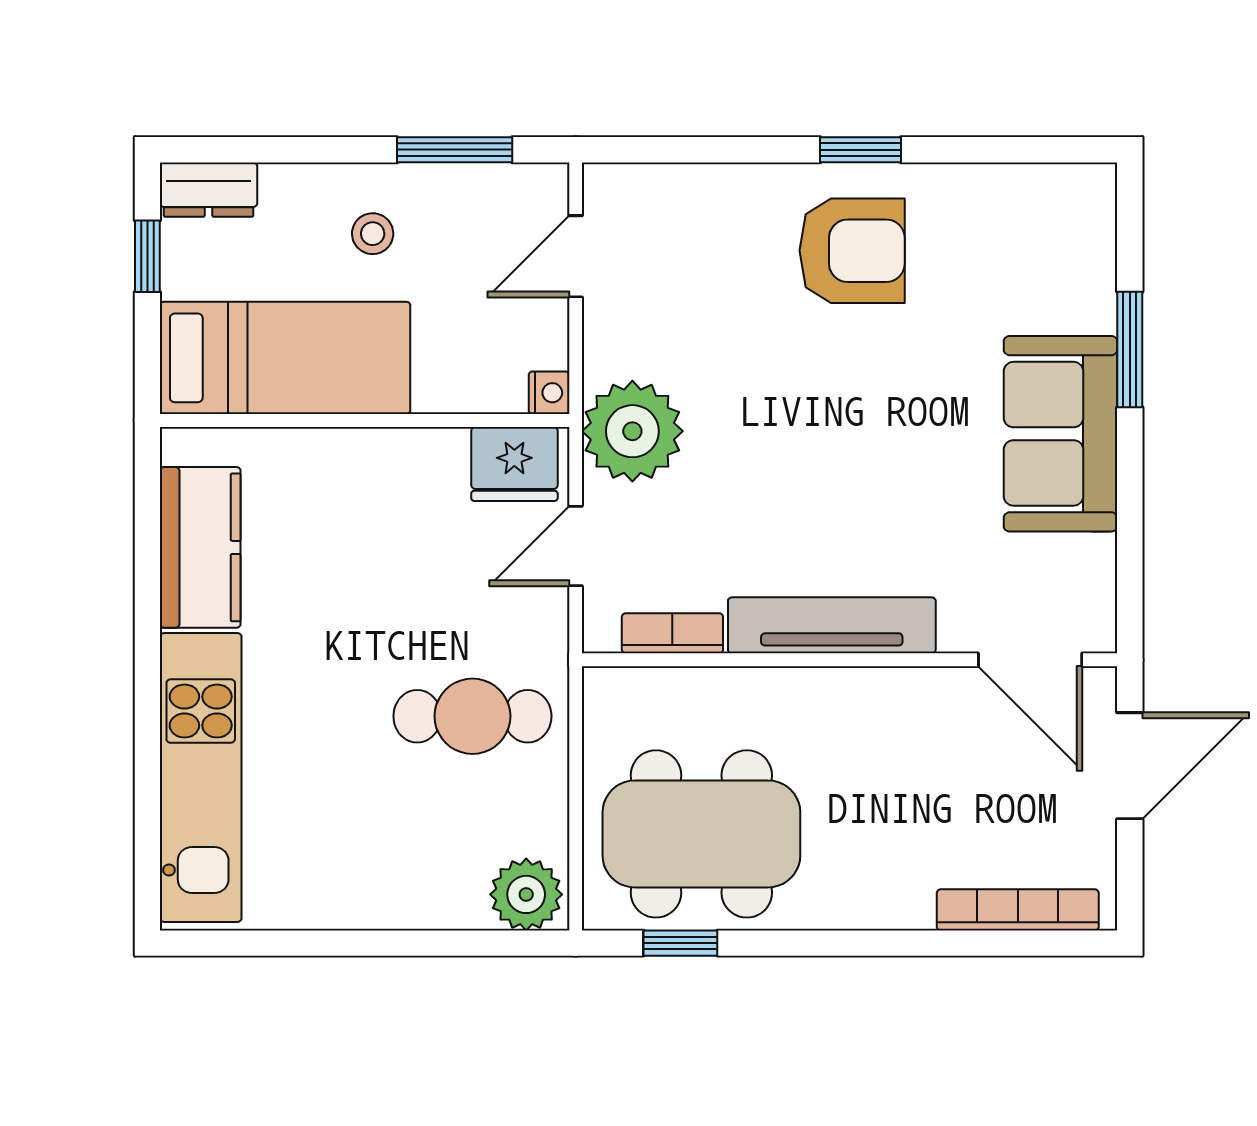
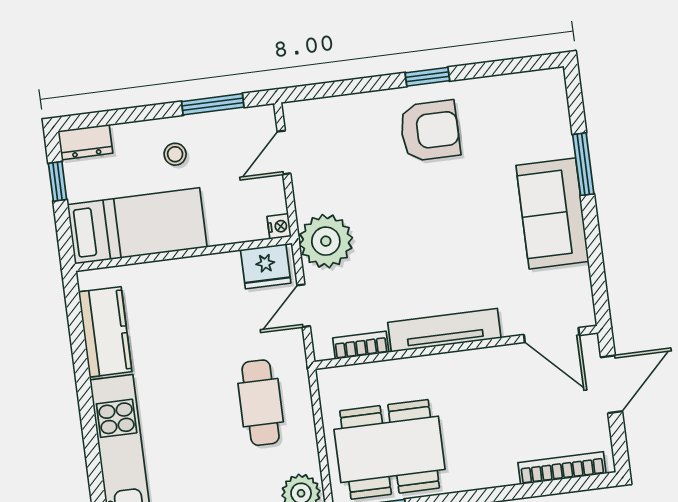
cafe table: (472, 716) -> (261, 403), turned 90

